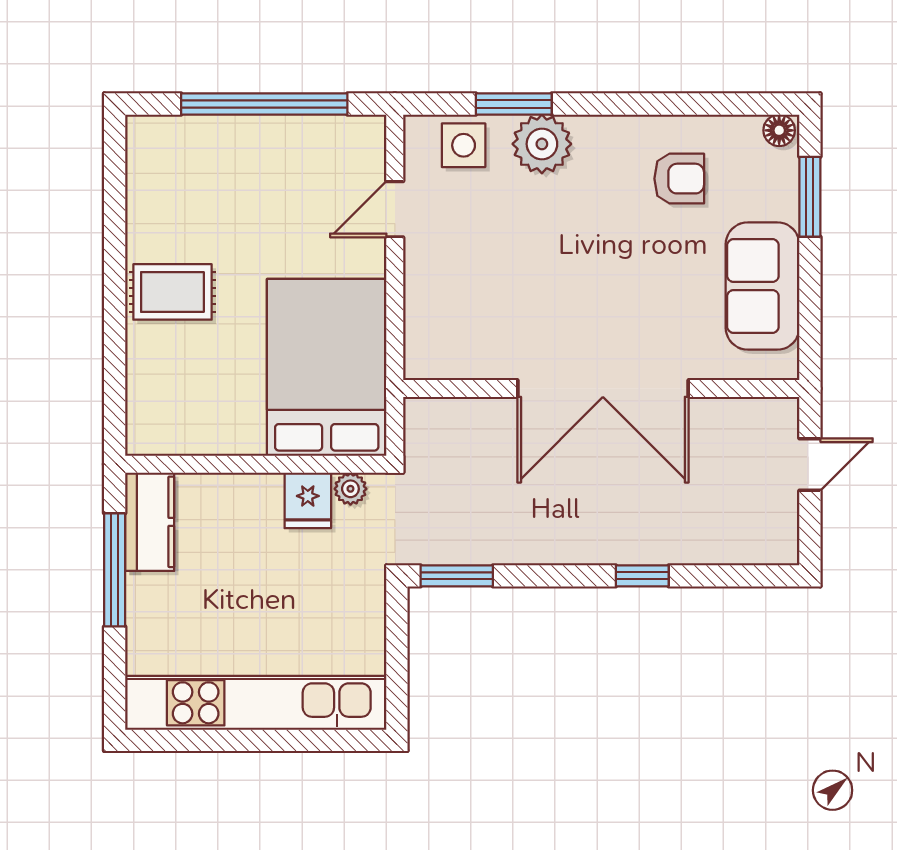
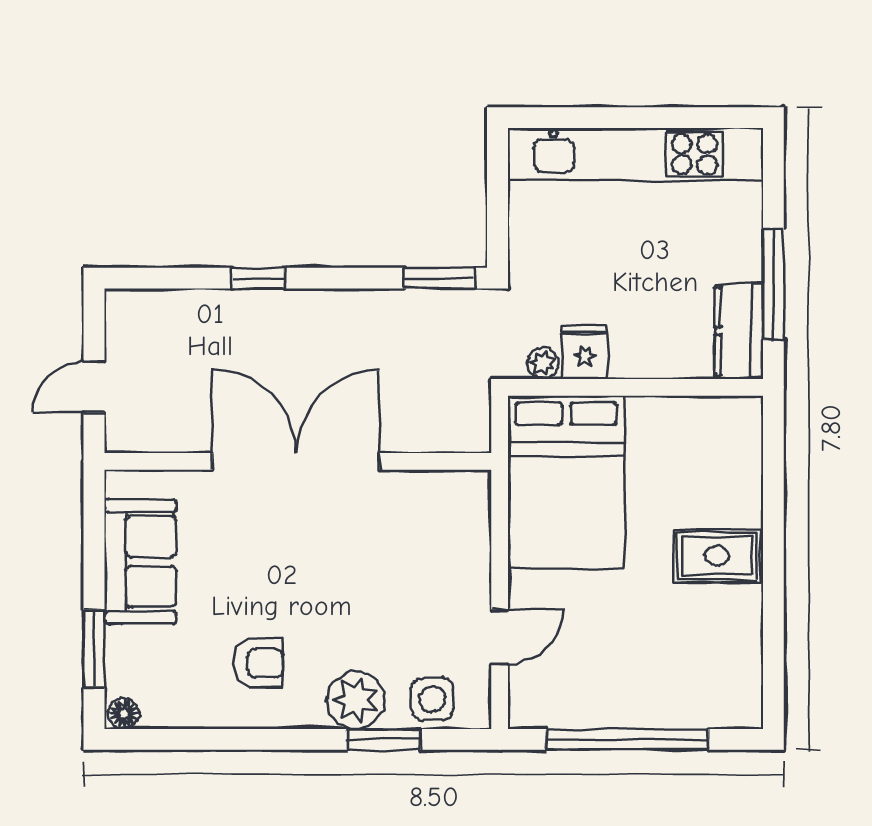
armchair: (679, 179) -> (258, 663), moved, turned 180

